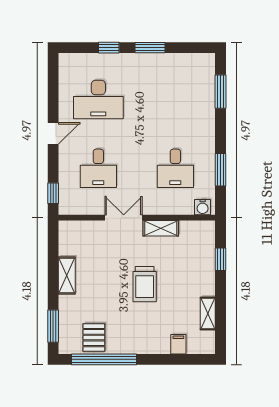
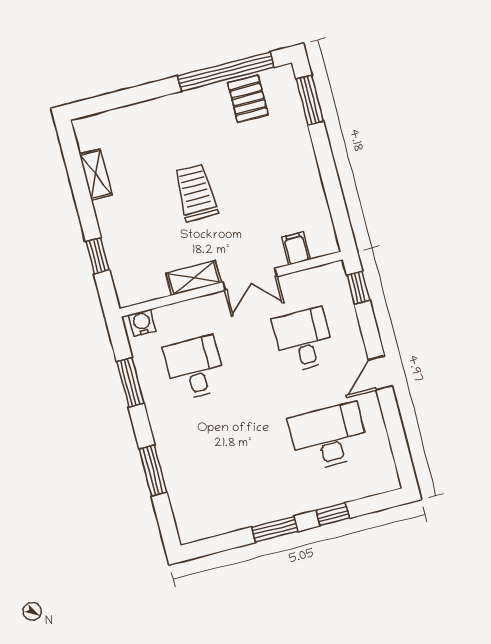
window: (221, 92) -> (153, 471), moved
shelving: (67, 276) -> (309, 177), removed
filing cabinet: (178, 344) -> (296, 248), moved, turned 180

